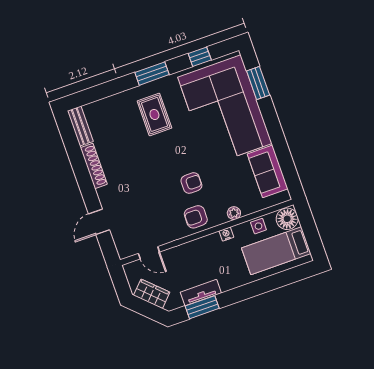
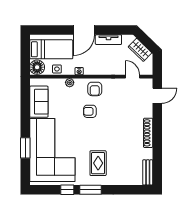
window: (200, 57) -> (67, 190), moved
window: (258, 83) -> (25, 148), moved
shoe rack: (94, 166) -> (148, 133), moved
armchair: (196, 217) -> (95, 89), turned 90
door: (99, 222) -> (157, 96), moved
door: (240, 294) -> (84, 30), added
window: (202, 307) -> (111, 30), removed

